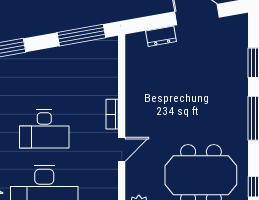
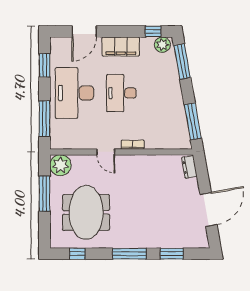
dresser: (161, 36) -> (189, 167), moved

